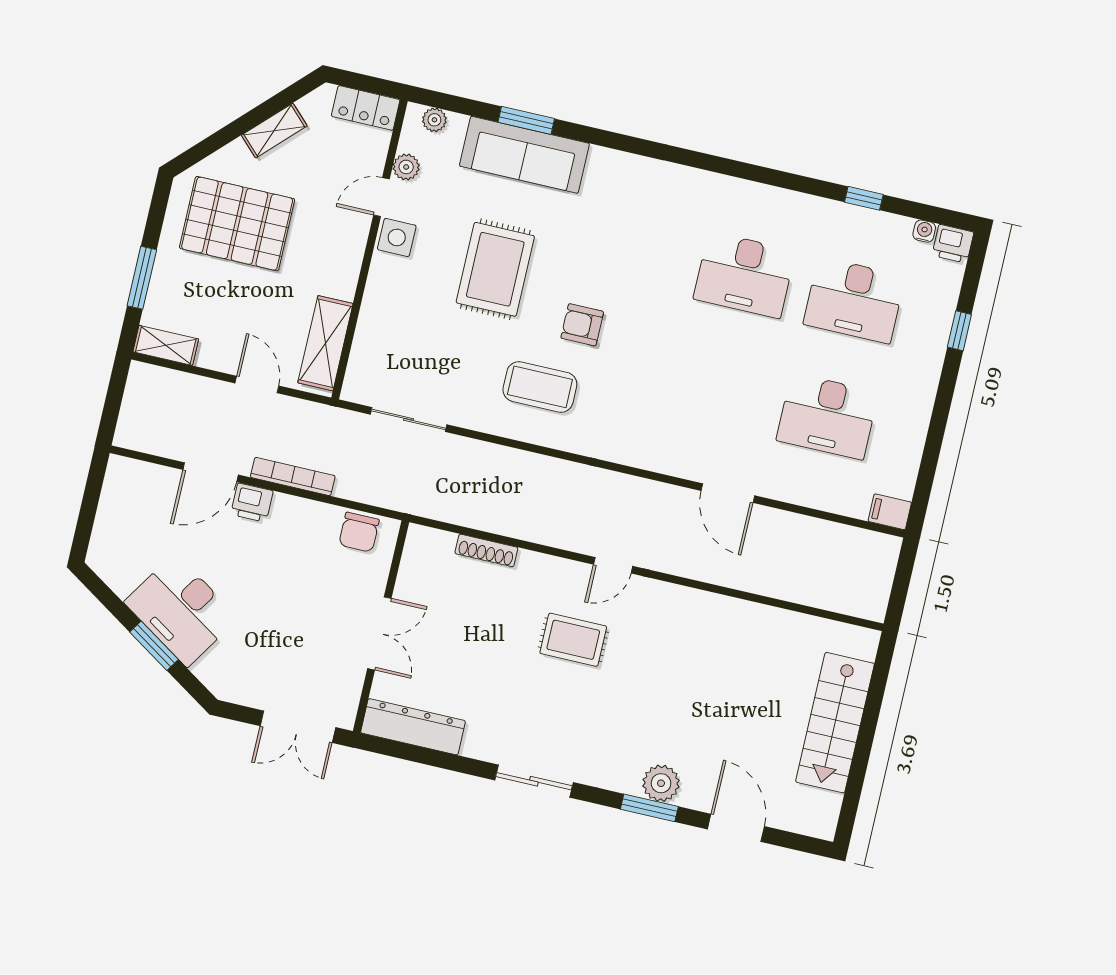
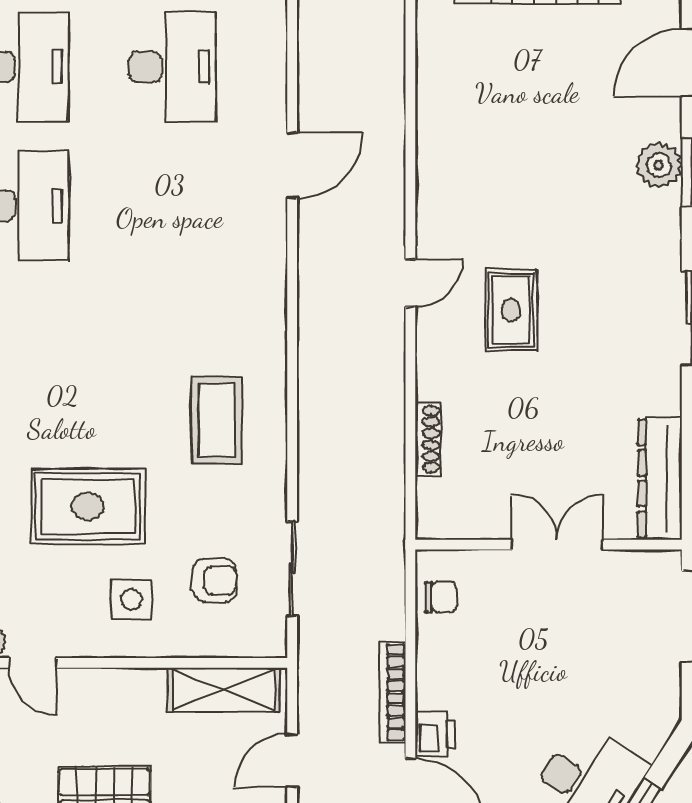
side table: (397, 237) -> (132, 599), moved
armchair: (582, 325) -> (215, 580), moved, turned -90
chair: (359, 532) -> (441, 597), width x0.73, depth x0.73
door: (613, 565) -> (410, 283), hinge flipped

